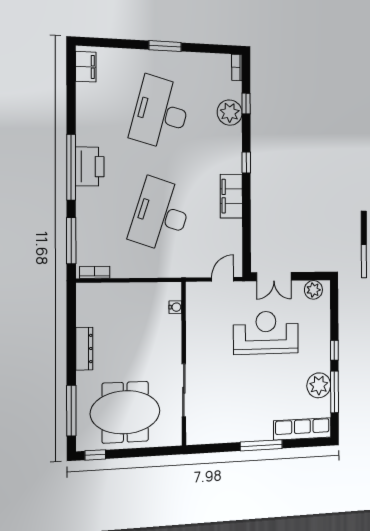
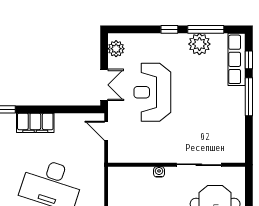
water cooler: (175, 307) -> (159, 172), moved
window: (302, 443) -> (249, 60), added

